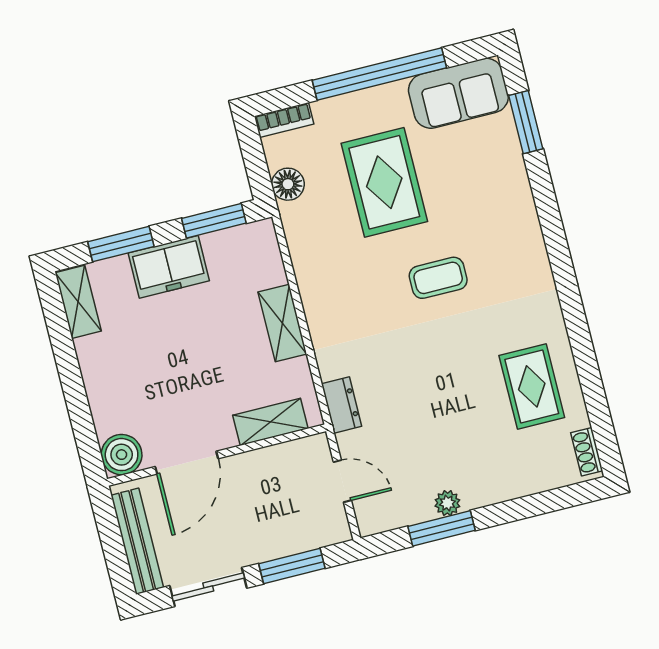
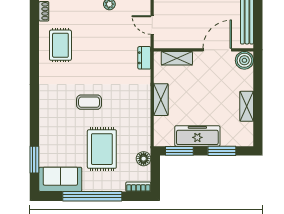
freezer: (169, 267) -> (197, 136), width x1.40
shelving: (78, 302) -> (247, 106), moved

